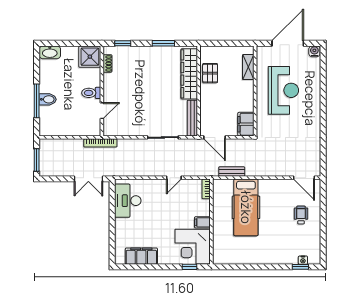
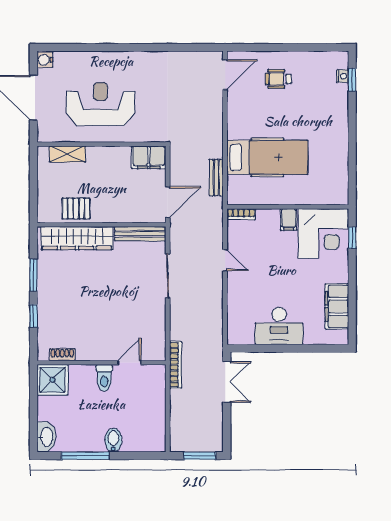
window: (123, 43) -> (33, 316), moved
window: (37, 101) -> (85, 456), moved
door: (102, 111) -> (129, 363), hinge flipped
desk: (128, 201) -> (279, 326), moved

